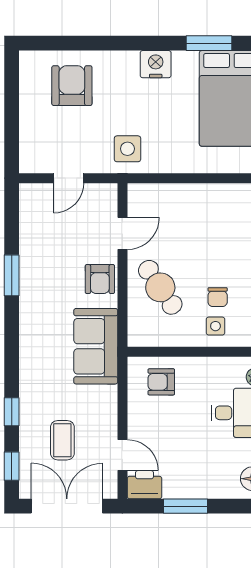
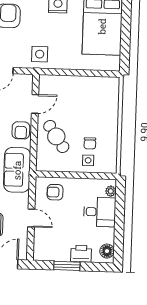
door: (122, 455) -> (31, 218), moved
printer: (144, 485) -> (81, 254), moved

